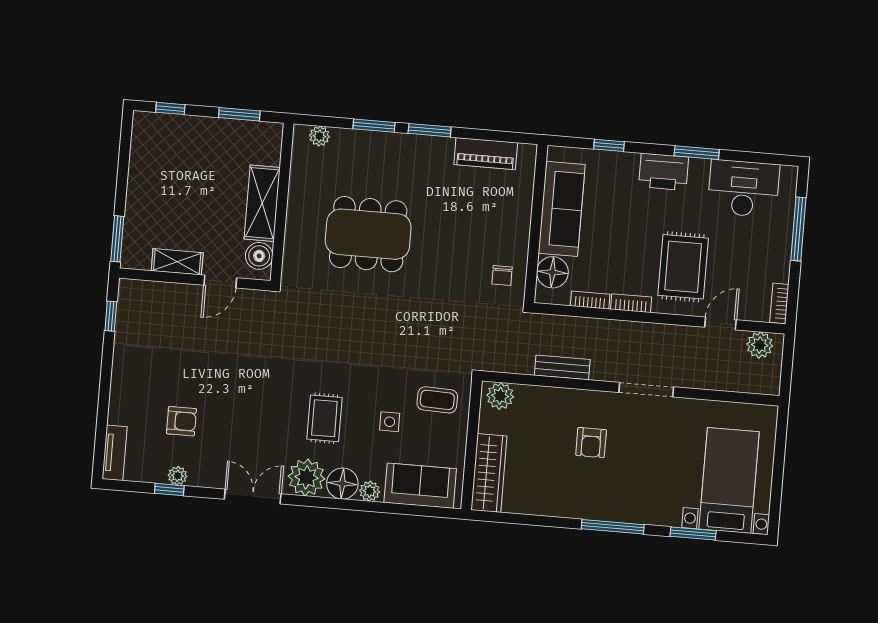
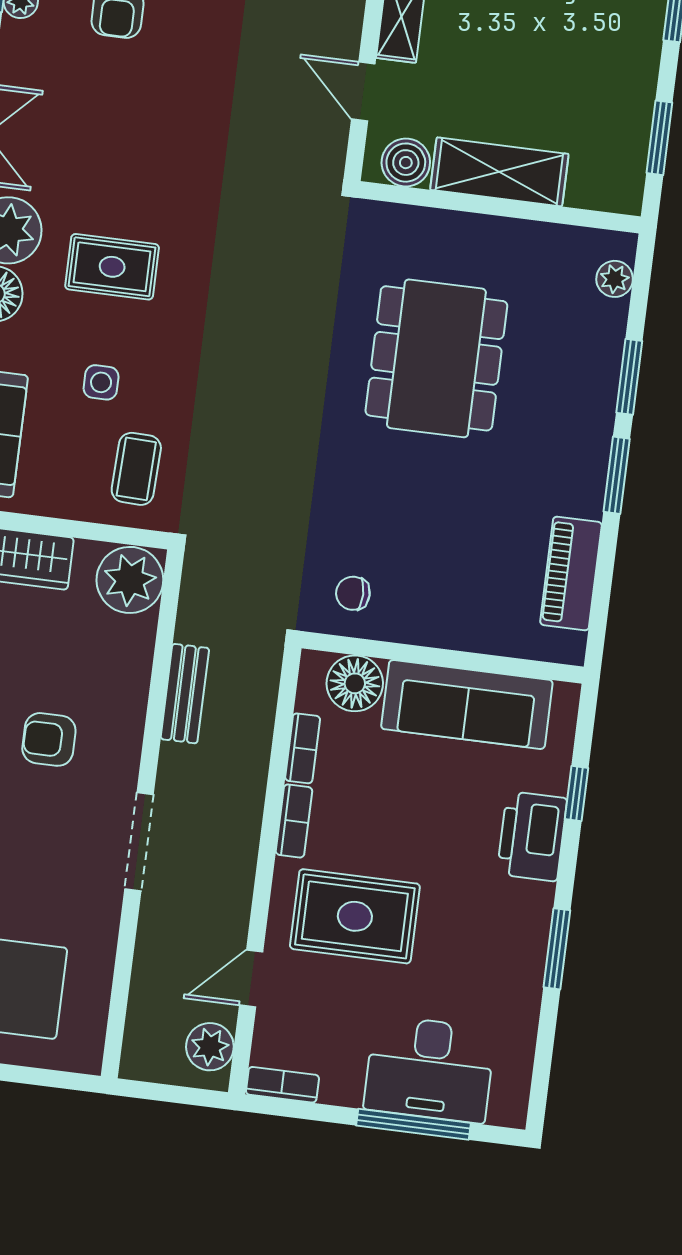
printer: (664, 172) -> (532, 836), moved
desk: (744, 189) -> (430, 1069), moved, turned 90
door: (720, 324) -> (251, 979), swing flipped
plant: (500, 396) -> (130, 580), width x1.36, depth x1.36

